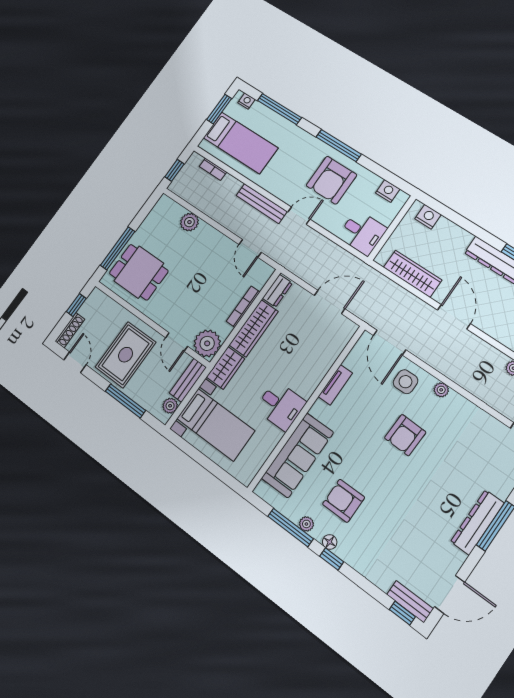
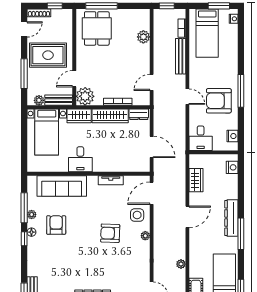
window: (279, 109) -> (241, 42), removed
bench: (262, 203) -> (181, 56), moved
wardrobe: (413, 274) -> (196, 180), width x0.67

